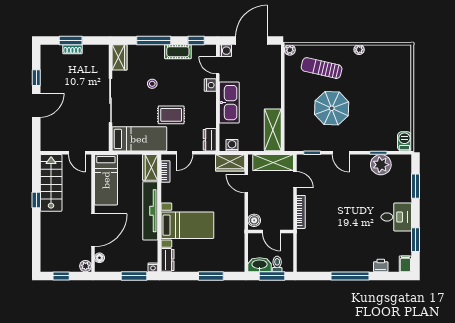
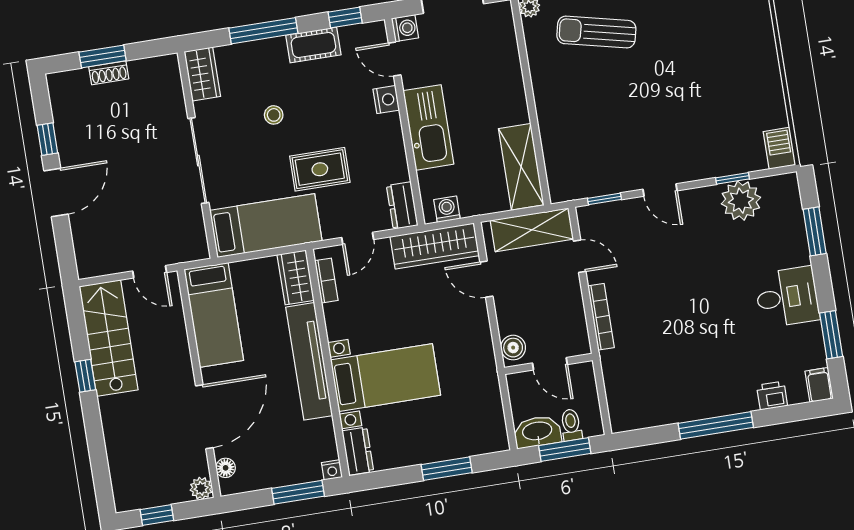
parasol: (332, 108) -> (628, 107), removed
wardrobe: (230, 163) -> (435, 246), width x1.50

